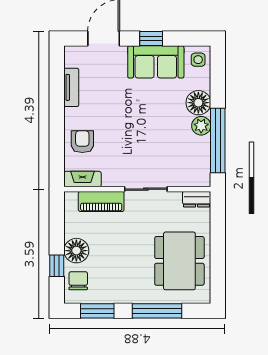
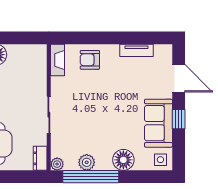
plant: (201, 126) -> (87, 162), moved
armchair: (82, 142) -> (90, 60), turned 180
plant: (203, 180) -> (57, 164), added
piano: (101, 201) -> (38, 76), removed

